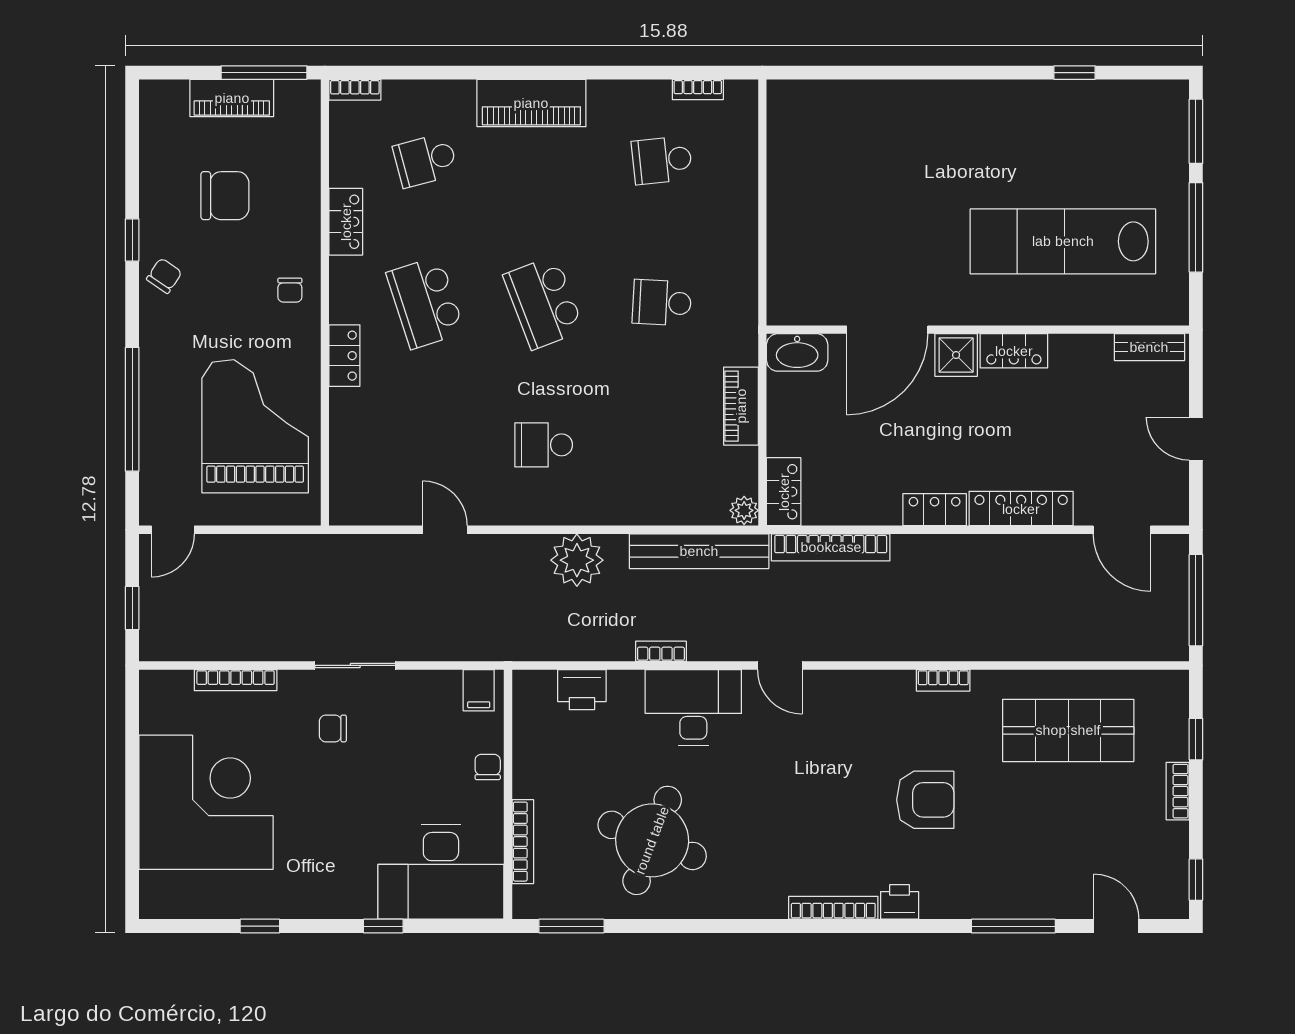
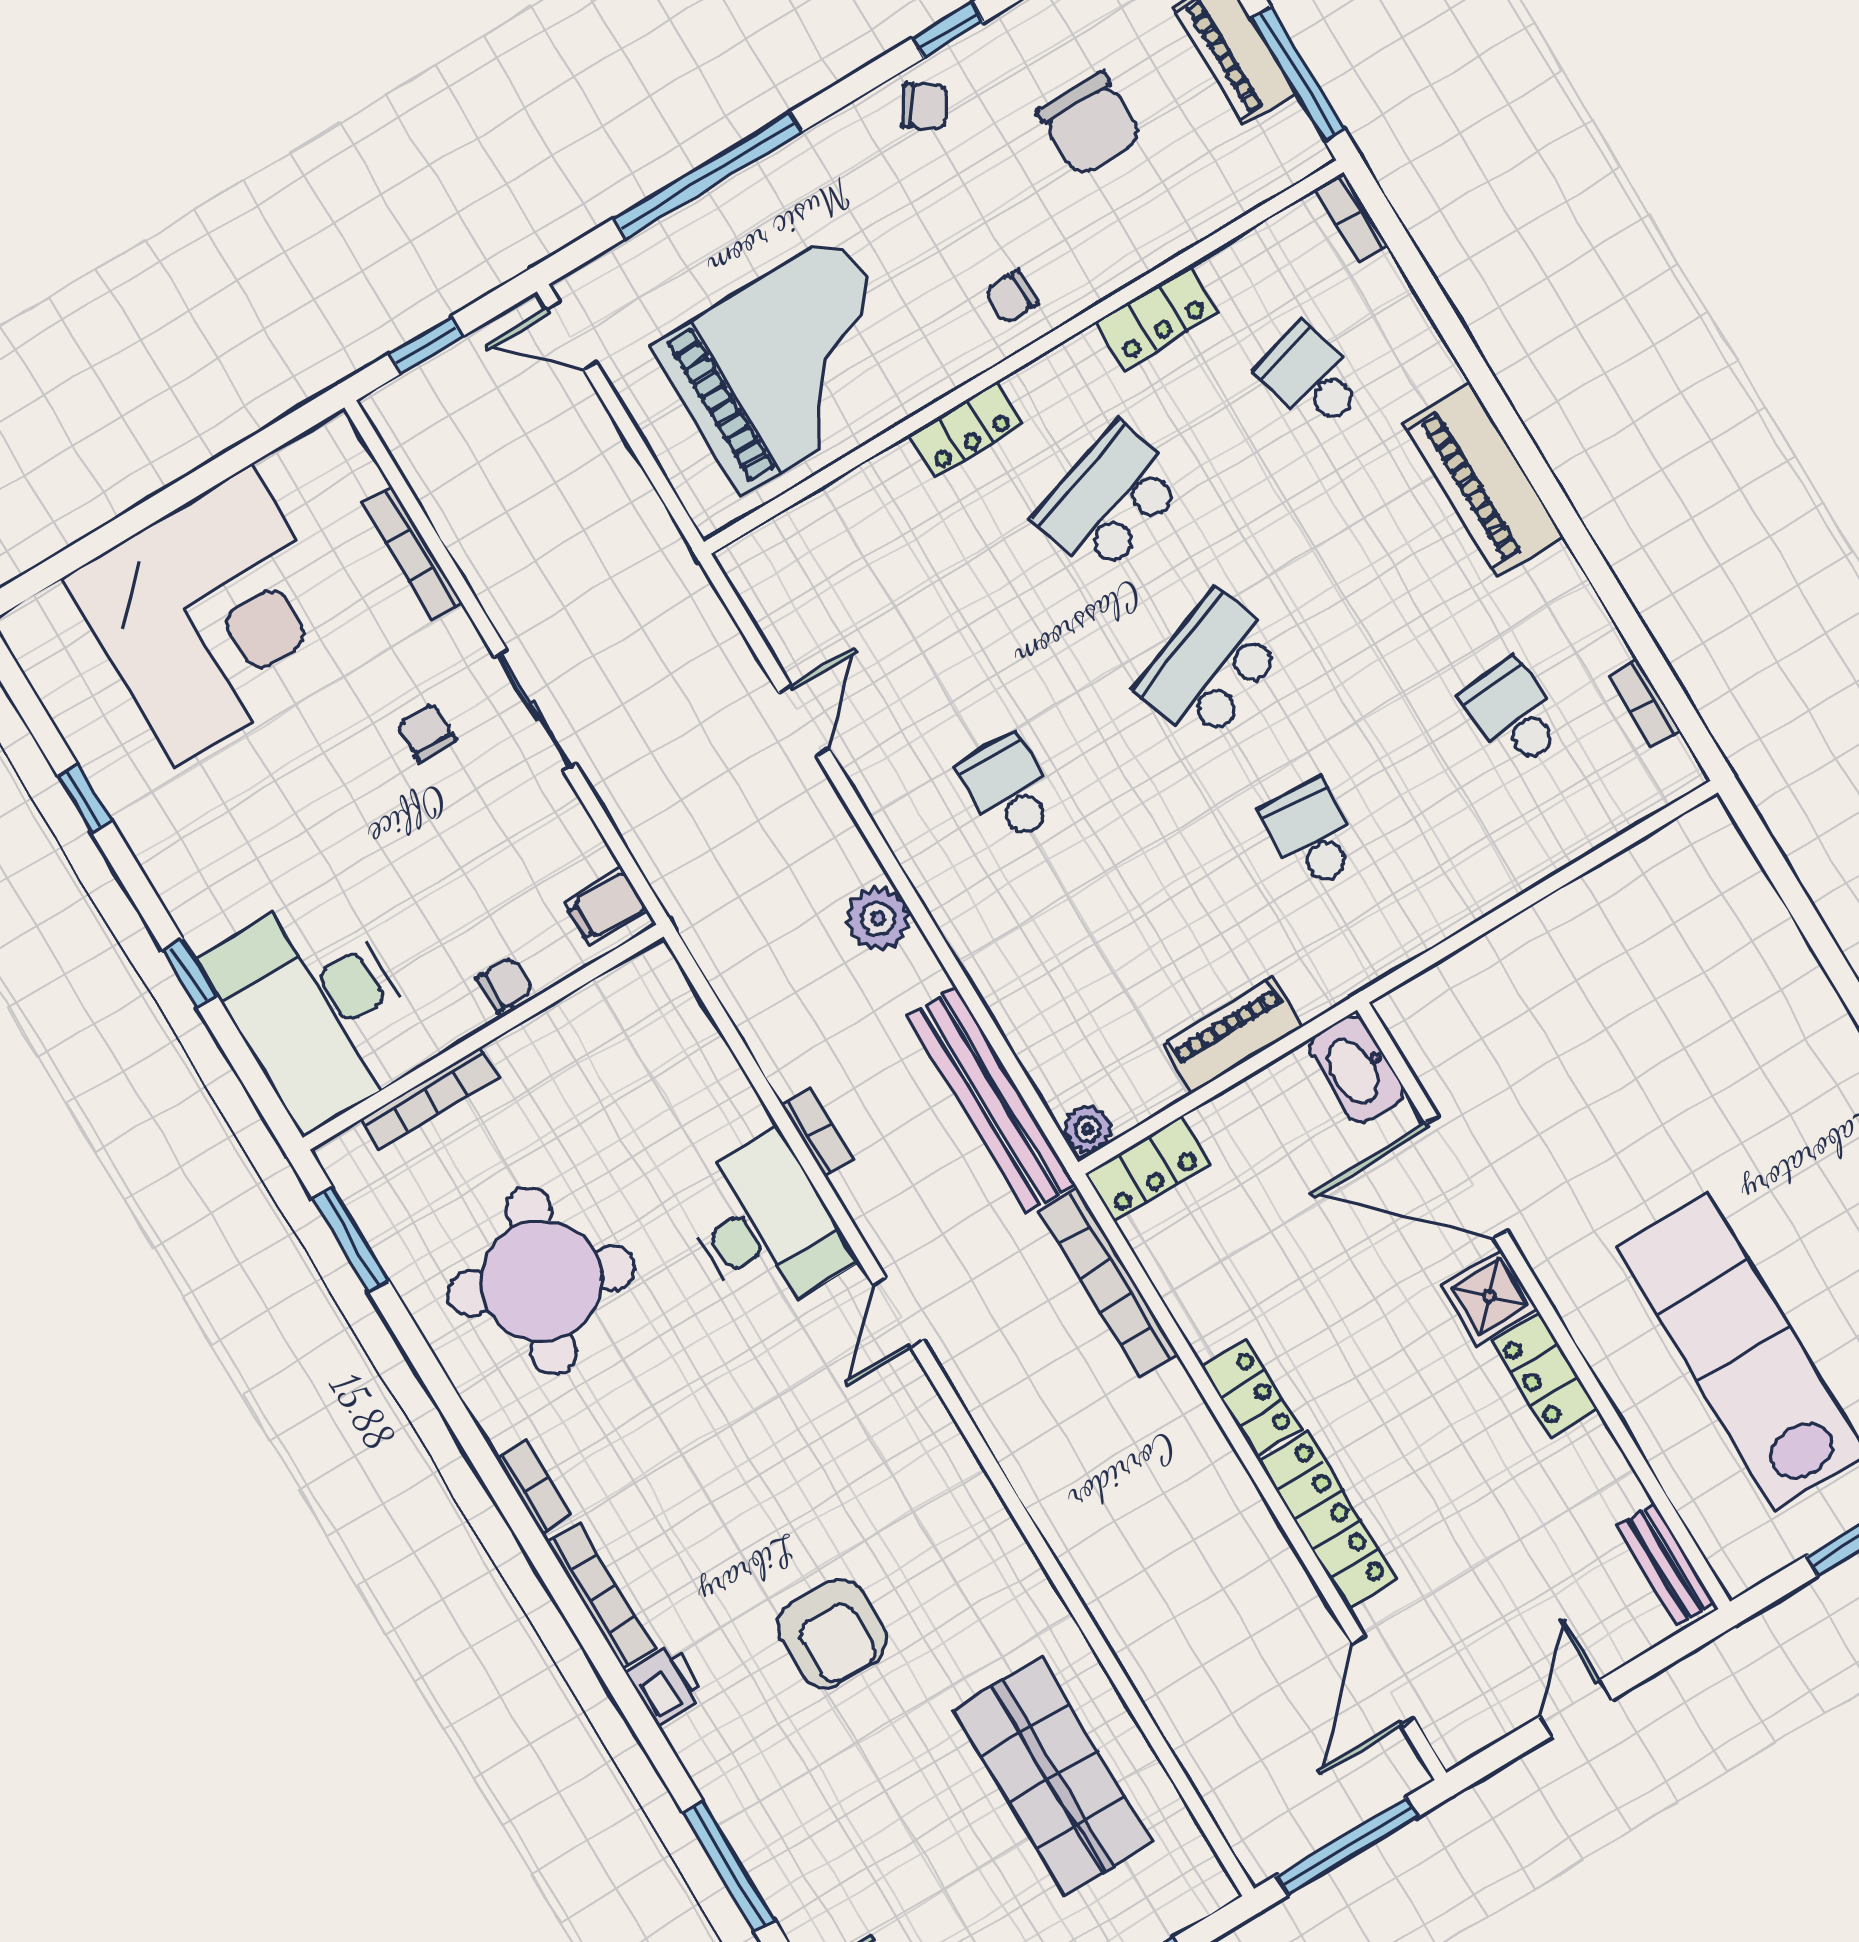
plant: (577, 560) -> (878, 919), width x0.73, depth x0.73
bookcase: (943, 680) -> (533, 1486), moved, turned 180
printer: (582, 690) -> (695, 1052), removed

